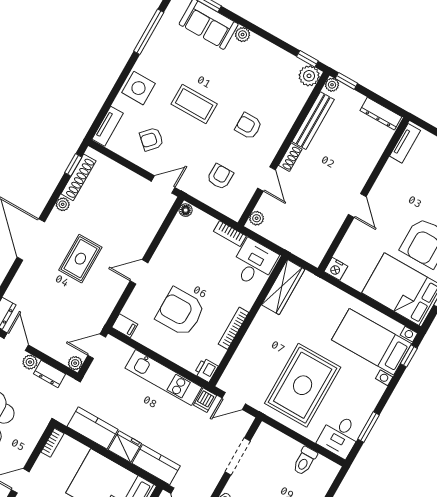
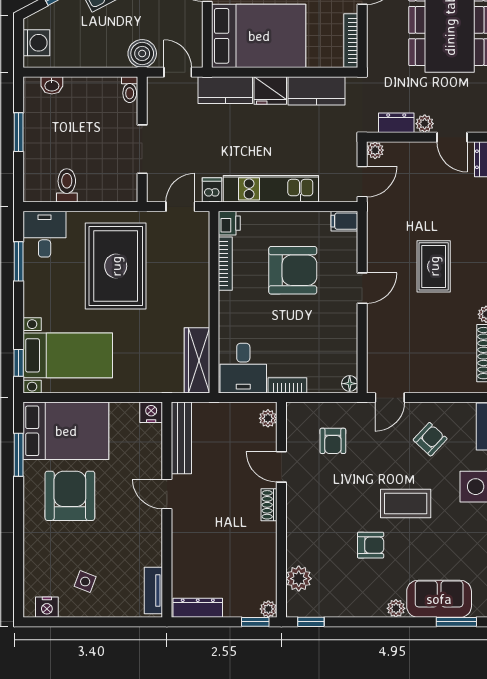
plant: (309, 76) -> (299, 579), moved
bench: (313, 121) -> (181, 438), moved
armchair: (248, 126) -> (371, 545), moved
bookcase: (233, 328) -> (225, 264), moved
bookcase: (52, 443) -> (351, 41), width x1.56

